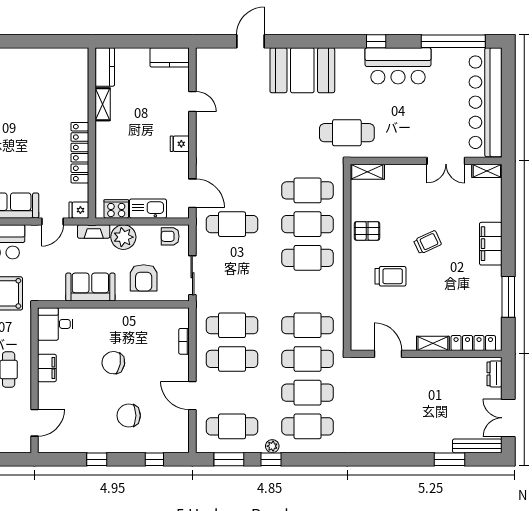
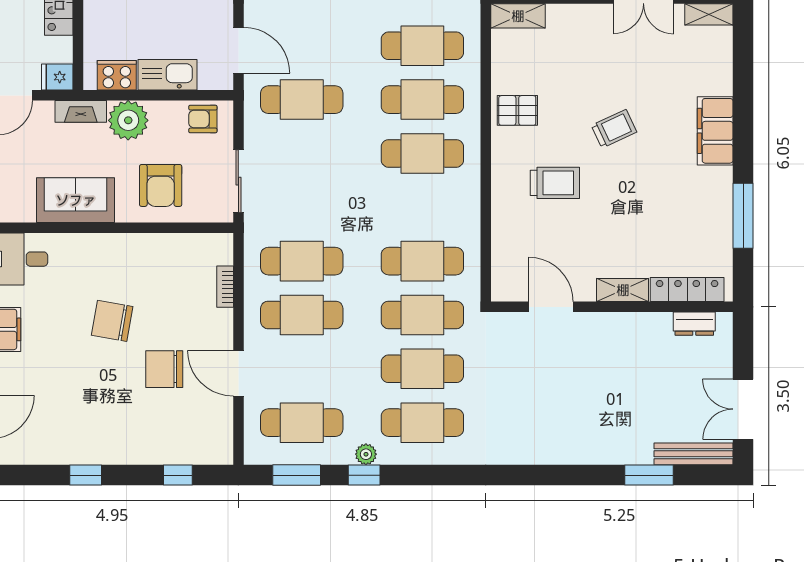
dresser: (495, 374) -> (694, 324), moved, turned -90
chair: (129, 416) -> (164, 369), moved

